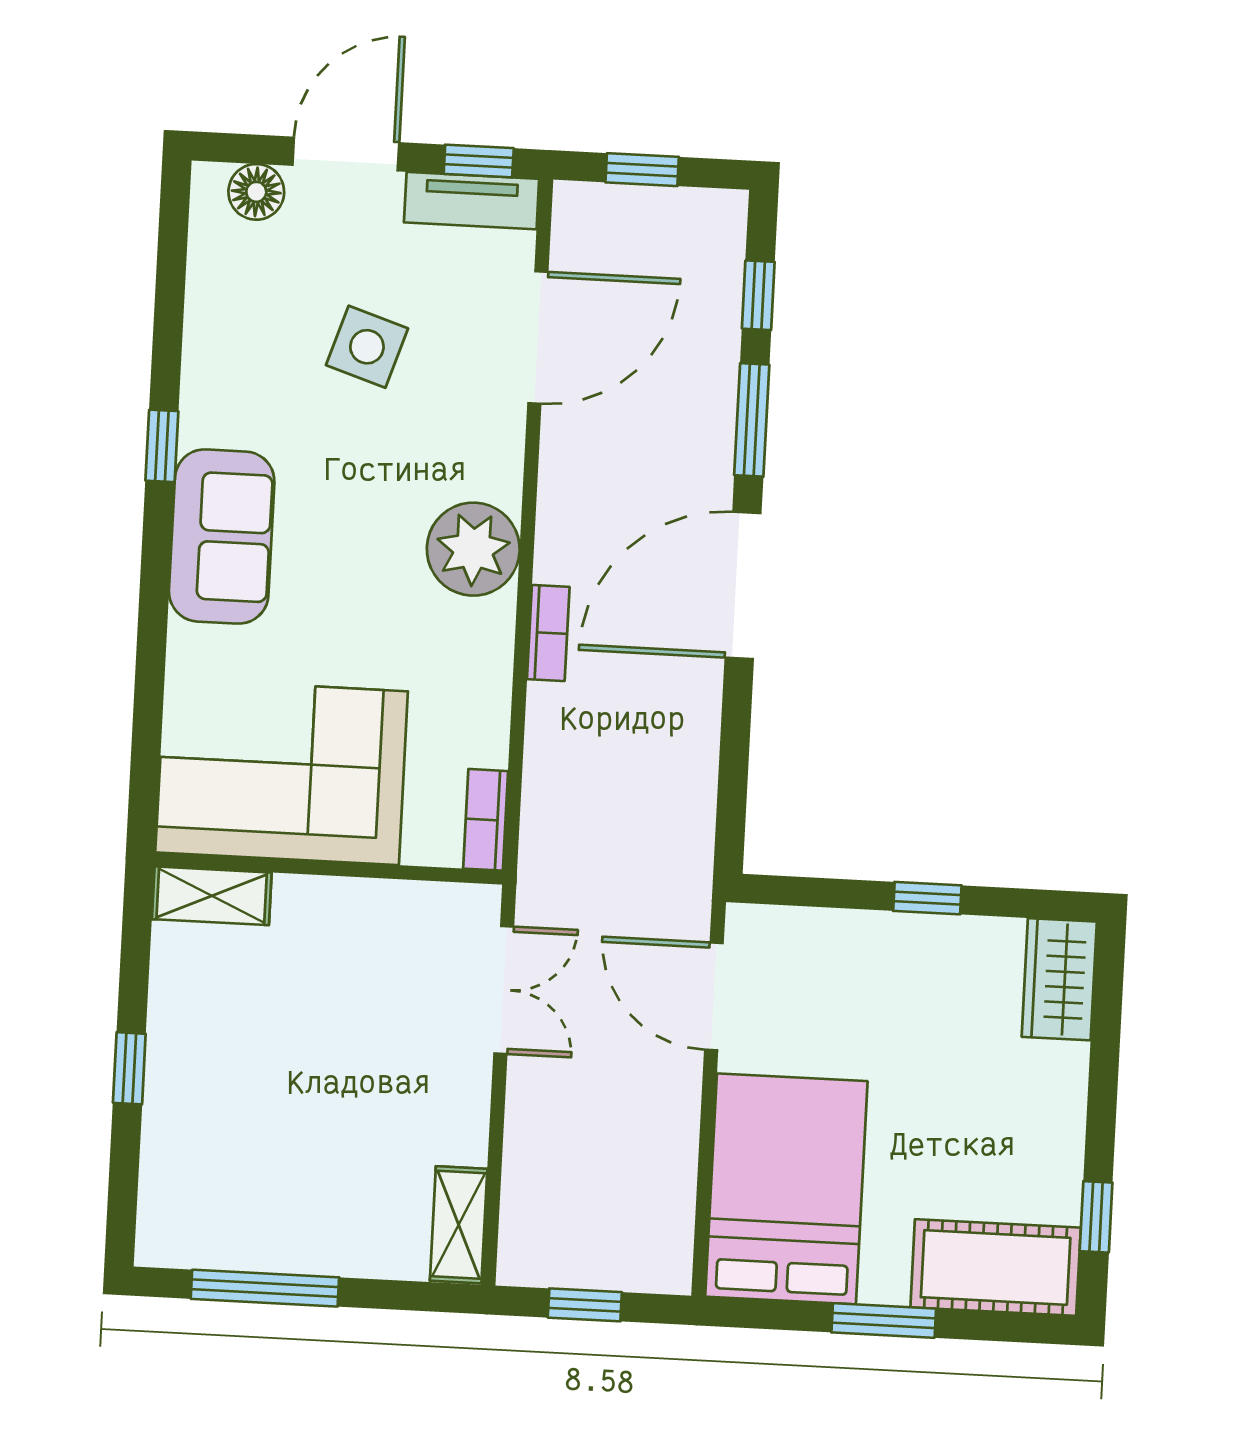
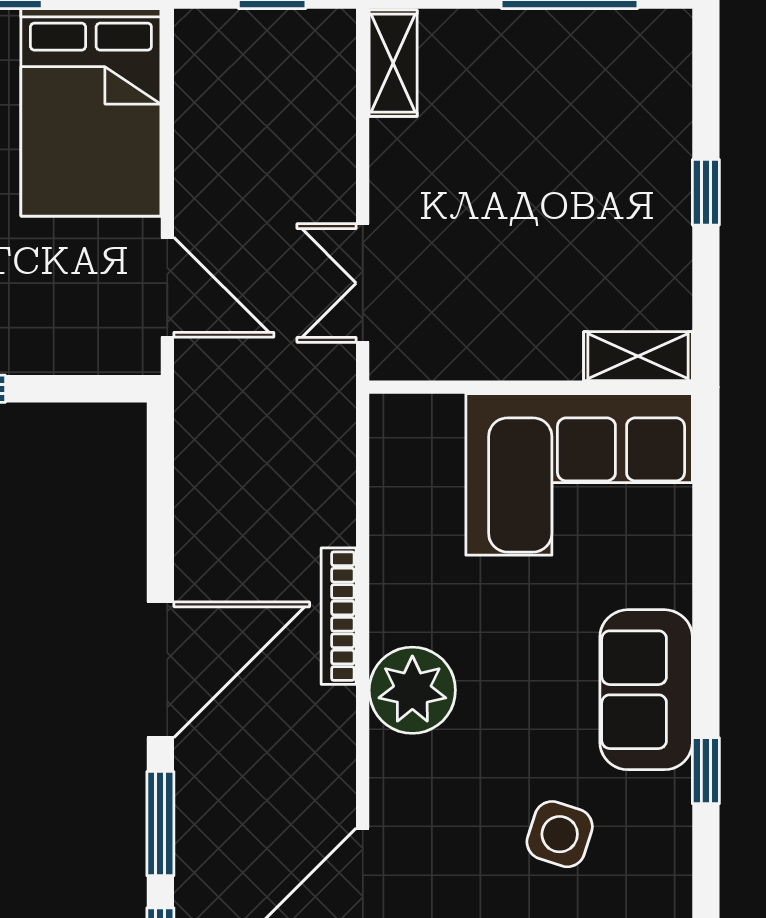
side table: (367, 347) -> (560, 834), moved
bookcase: (548, 633) -> (339, 616), width x1.56
bookcase: (486, 820) -> (388, 440), removed

